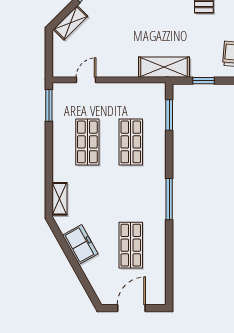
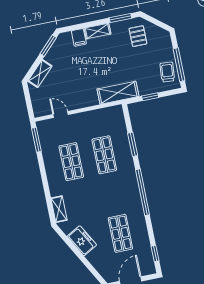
door: (86, 80) -> (61, 115), hinge flipped
window: (169, 115) -> (133, 144), moved
window: (169, 199) -> (142, 192), width x1.46
window: (169, 280) -> (155, 253), added

